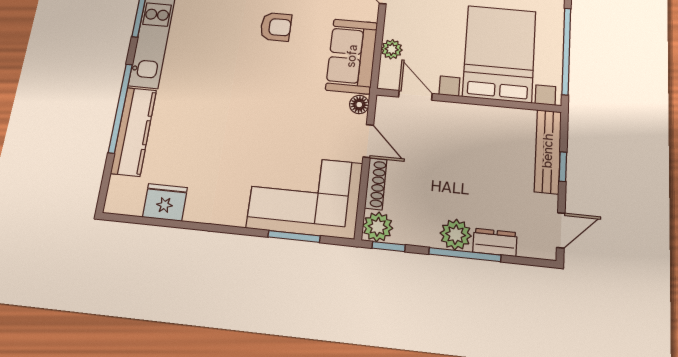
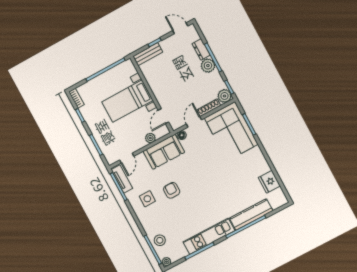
bed with nightstands: (499, 54) -> (127, 101), width x0.73
bench: (548, 151) -> (148, 54), width x0.73

